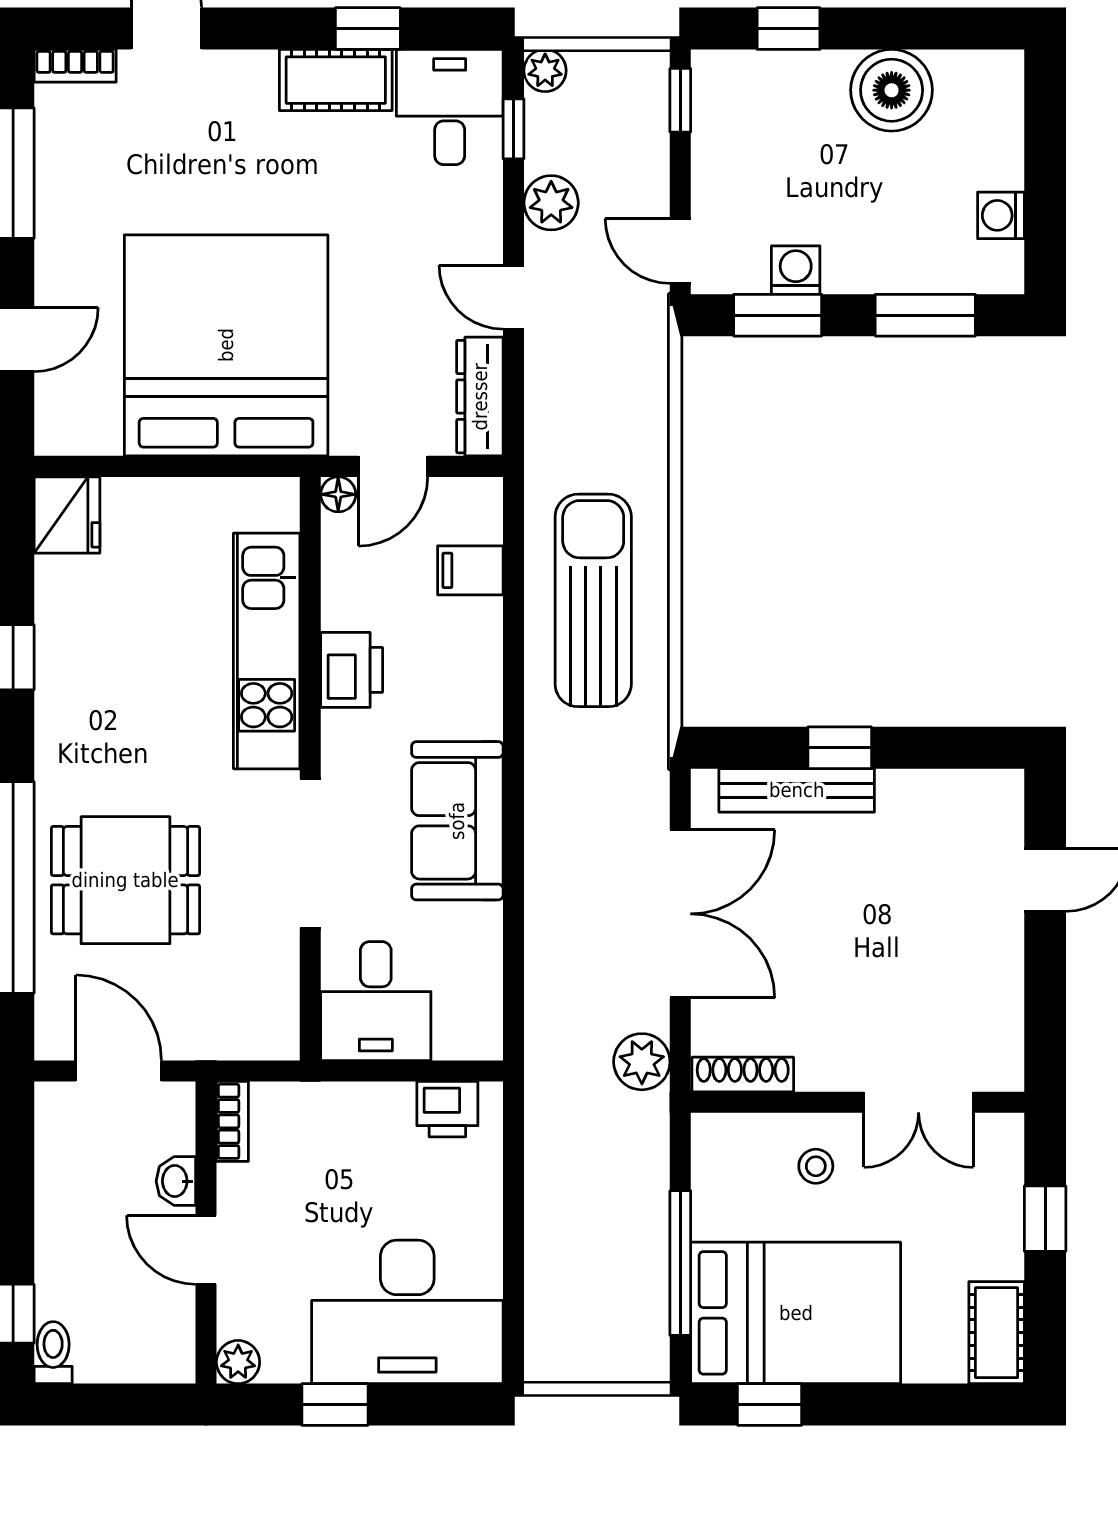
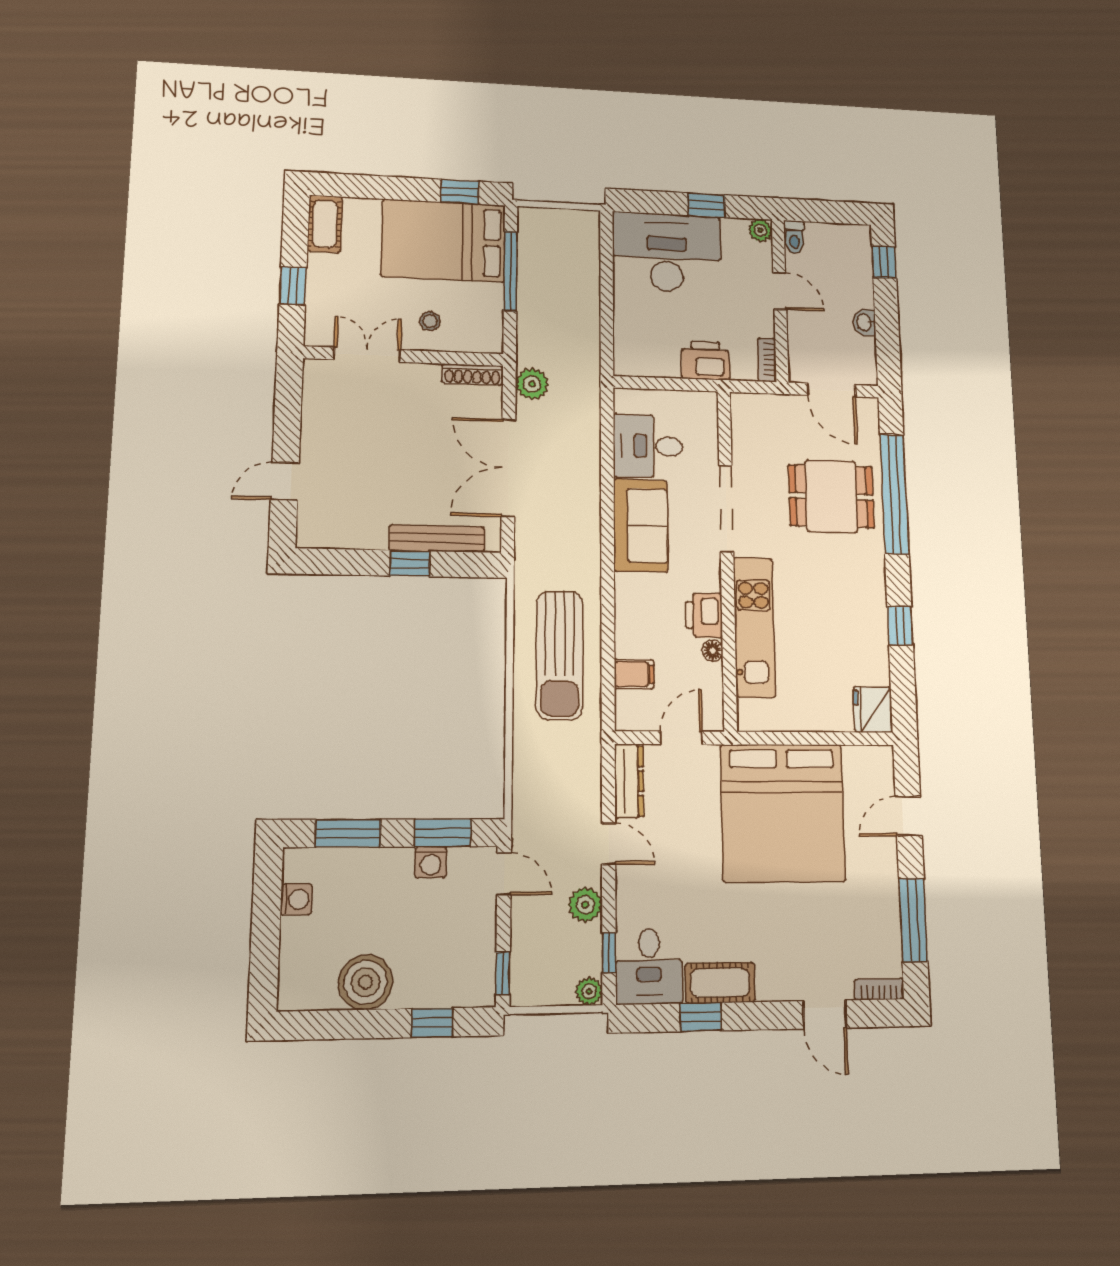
floor lamp: (338, 494) -> (713, 651), moved
desk: (376, 1001) -> (648, 446), moved, turned -90
printer: (447, 1109) -> (706, 361), moved, width x1.36, depth x1.24
washbasin: (176, 1181) -> (865, 322), moved, turned 180
toilet: (53, 1353) -> (794, 237), moved

